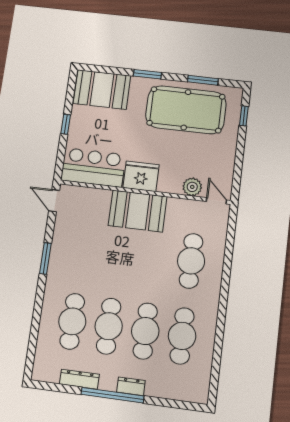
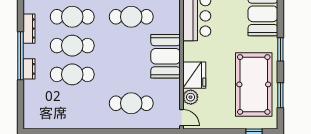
fridge: (141, 176) -> (194, 75), moved
door: (216, 201) -> (182, 118), hinge flipped
cafe table: (182, 336) -> (131, 17), moved

